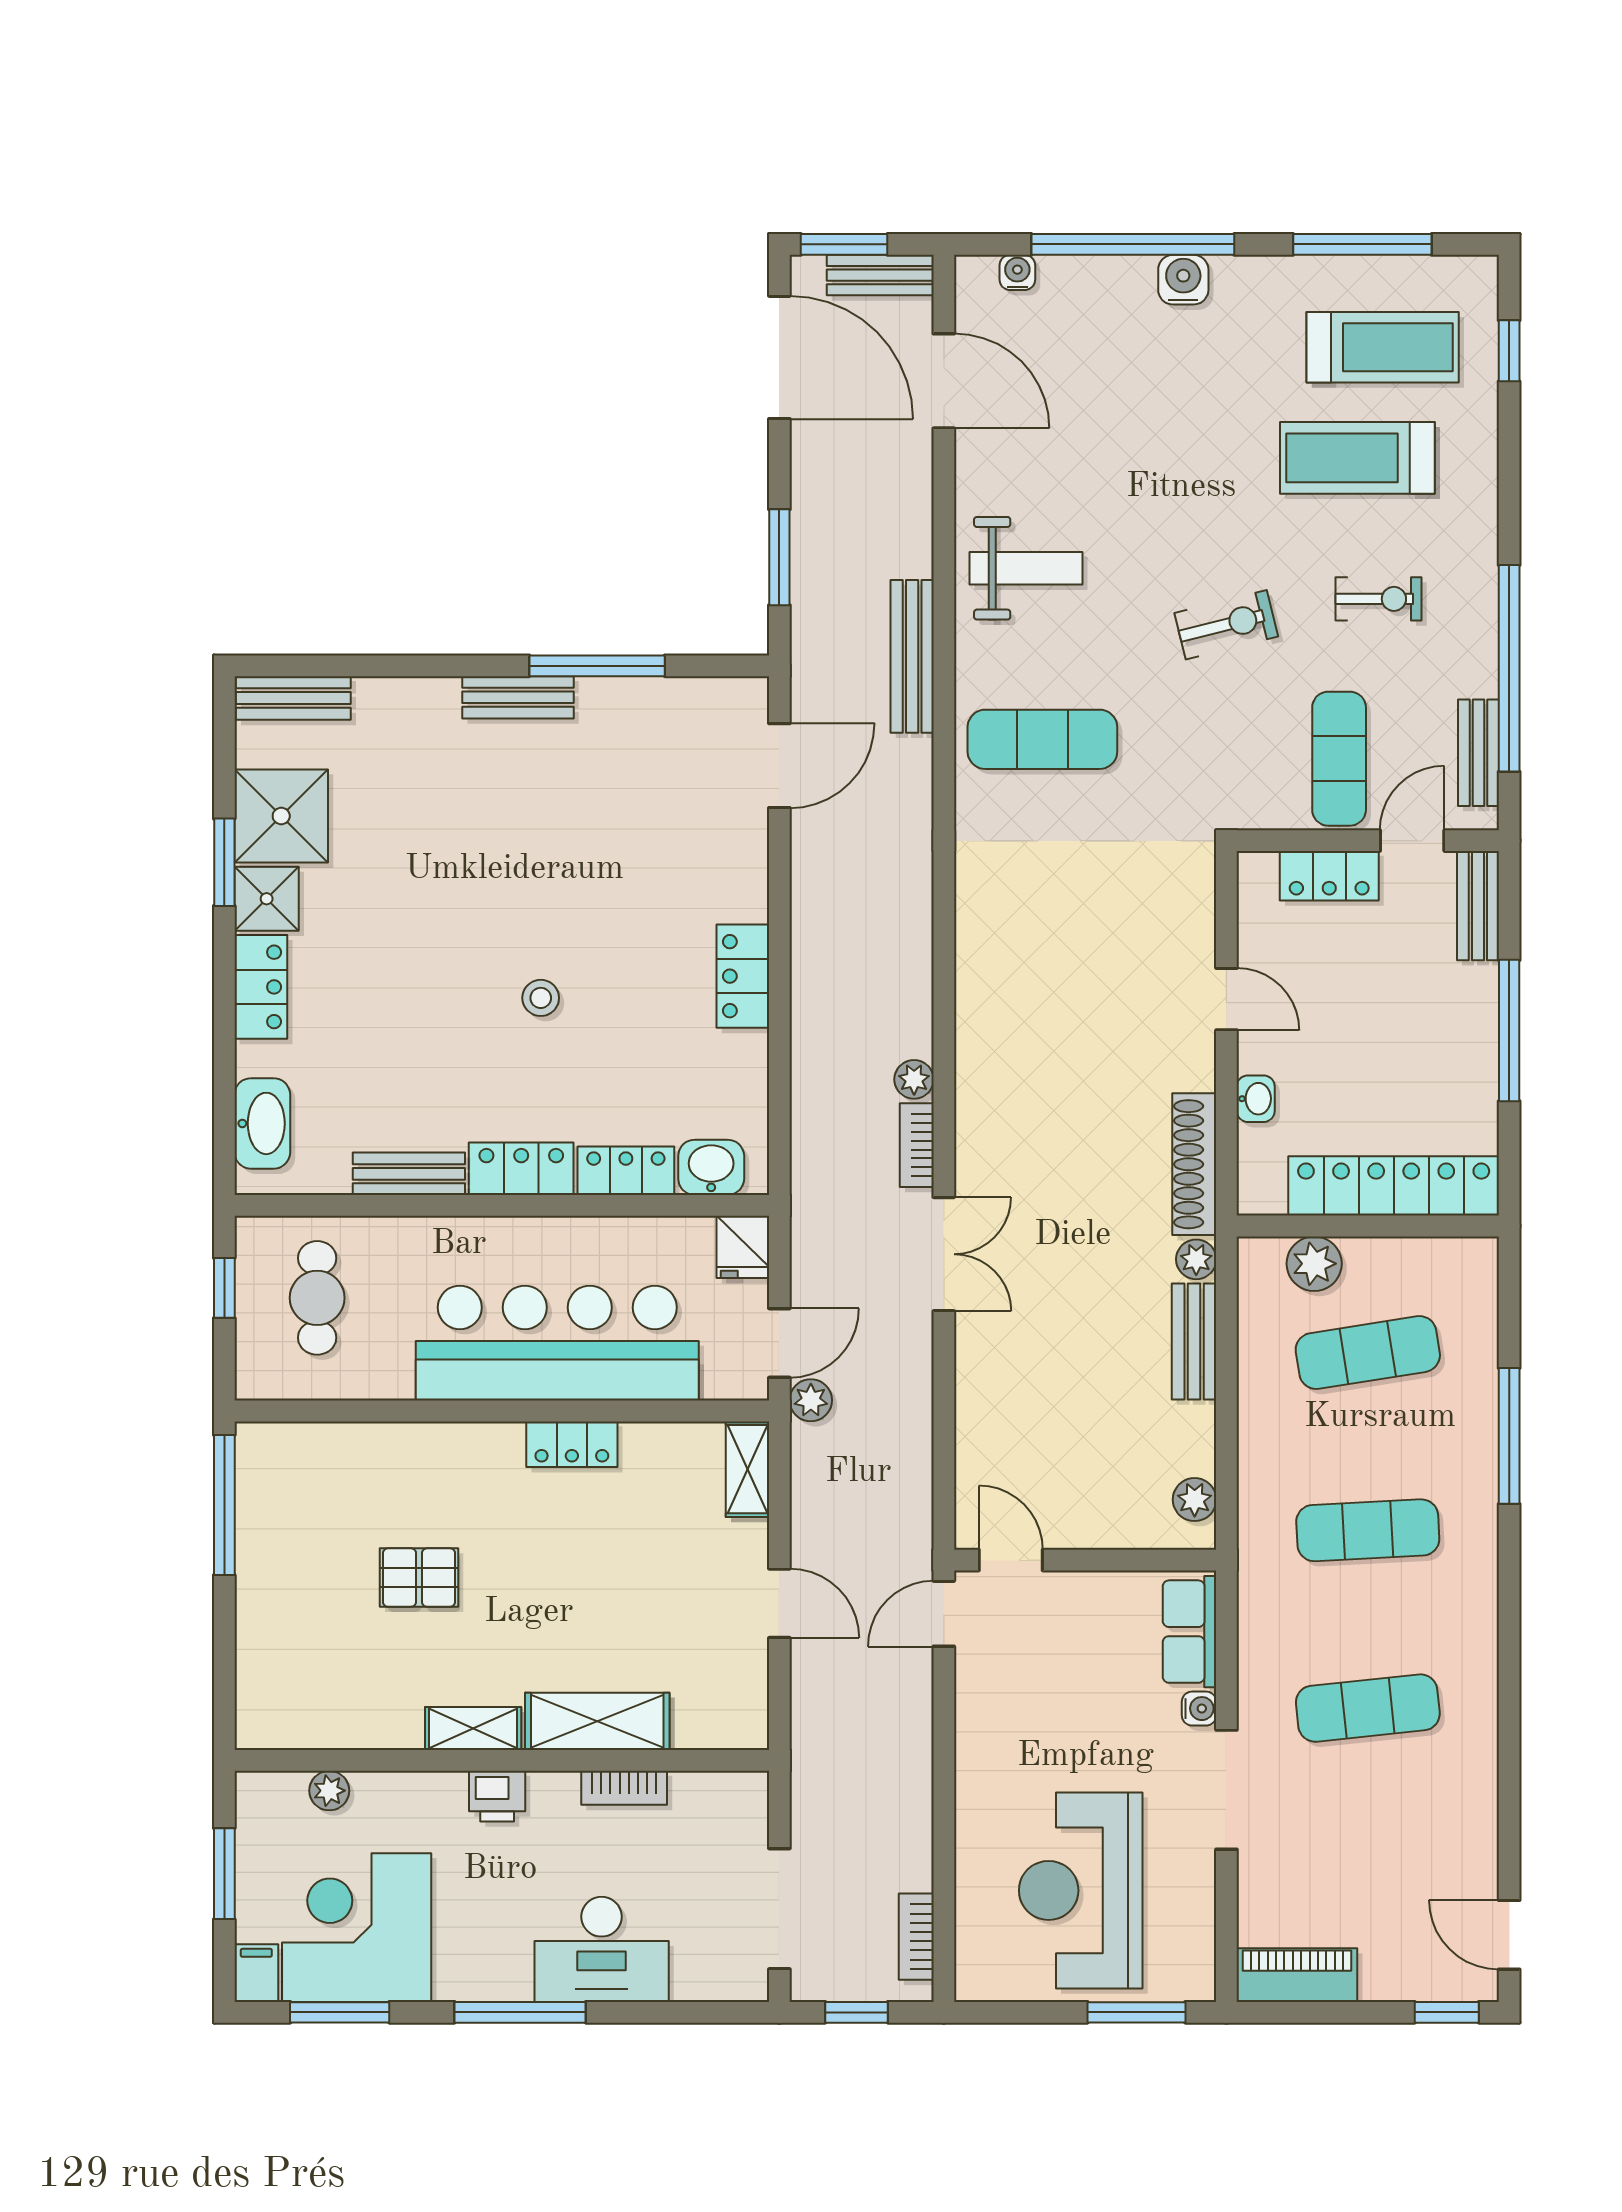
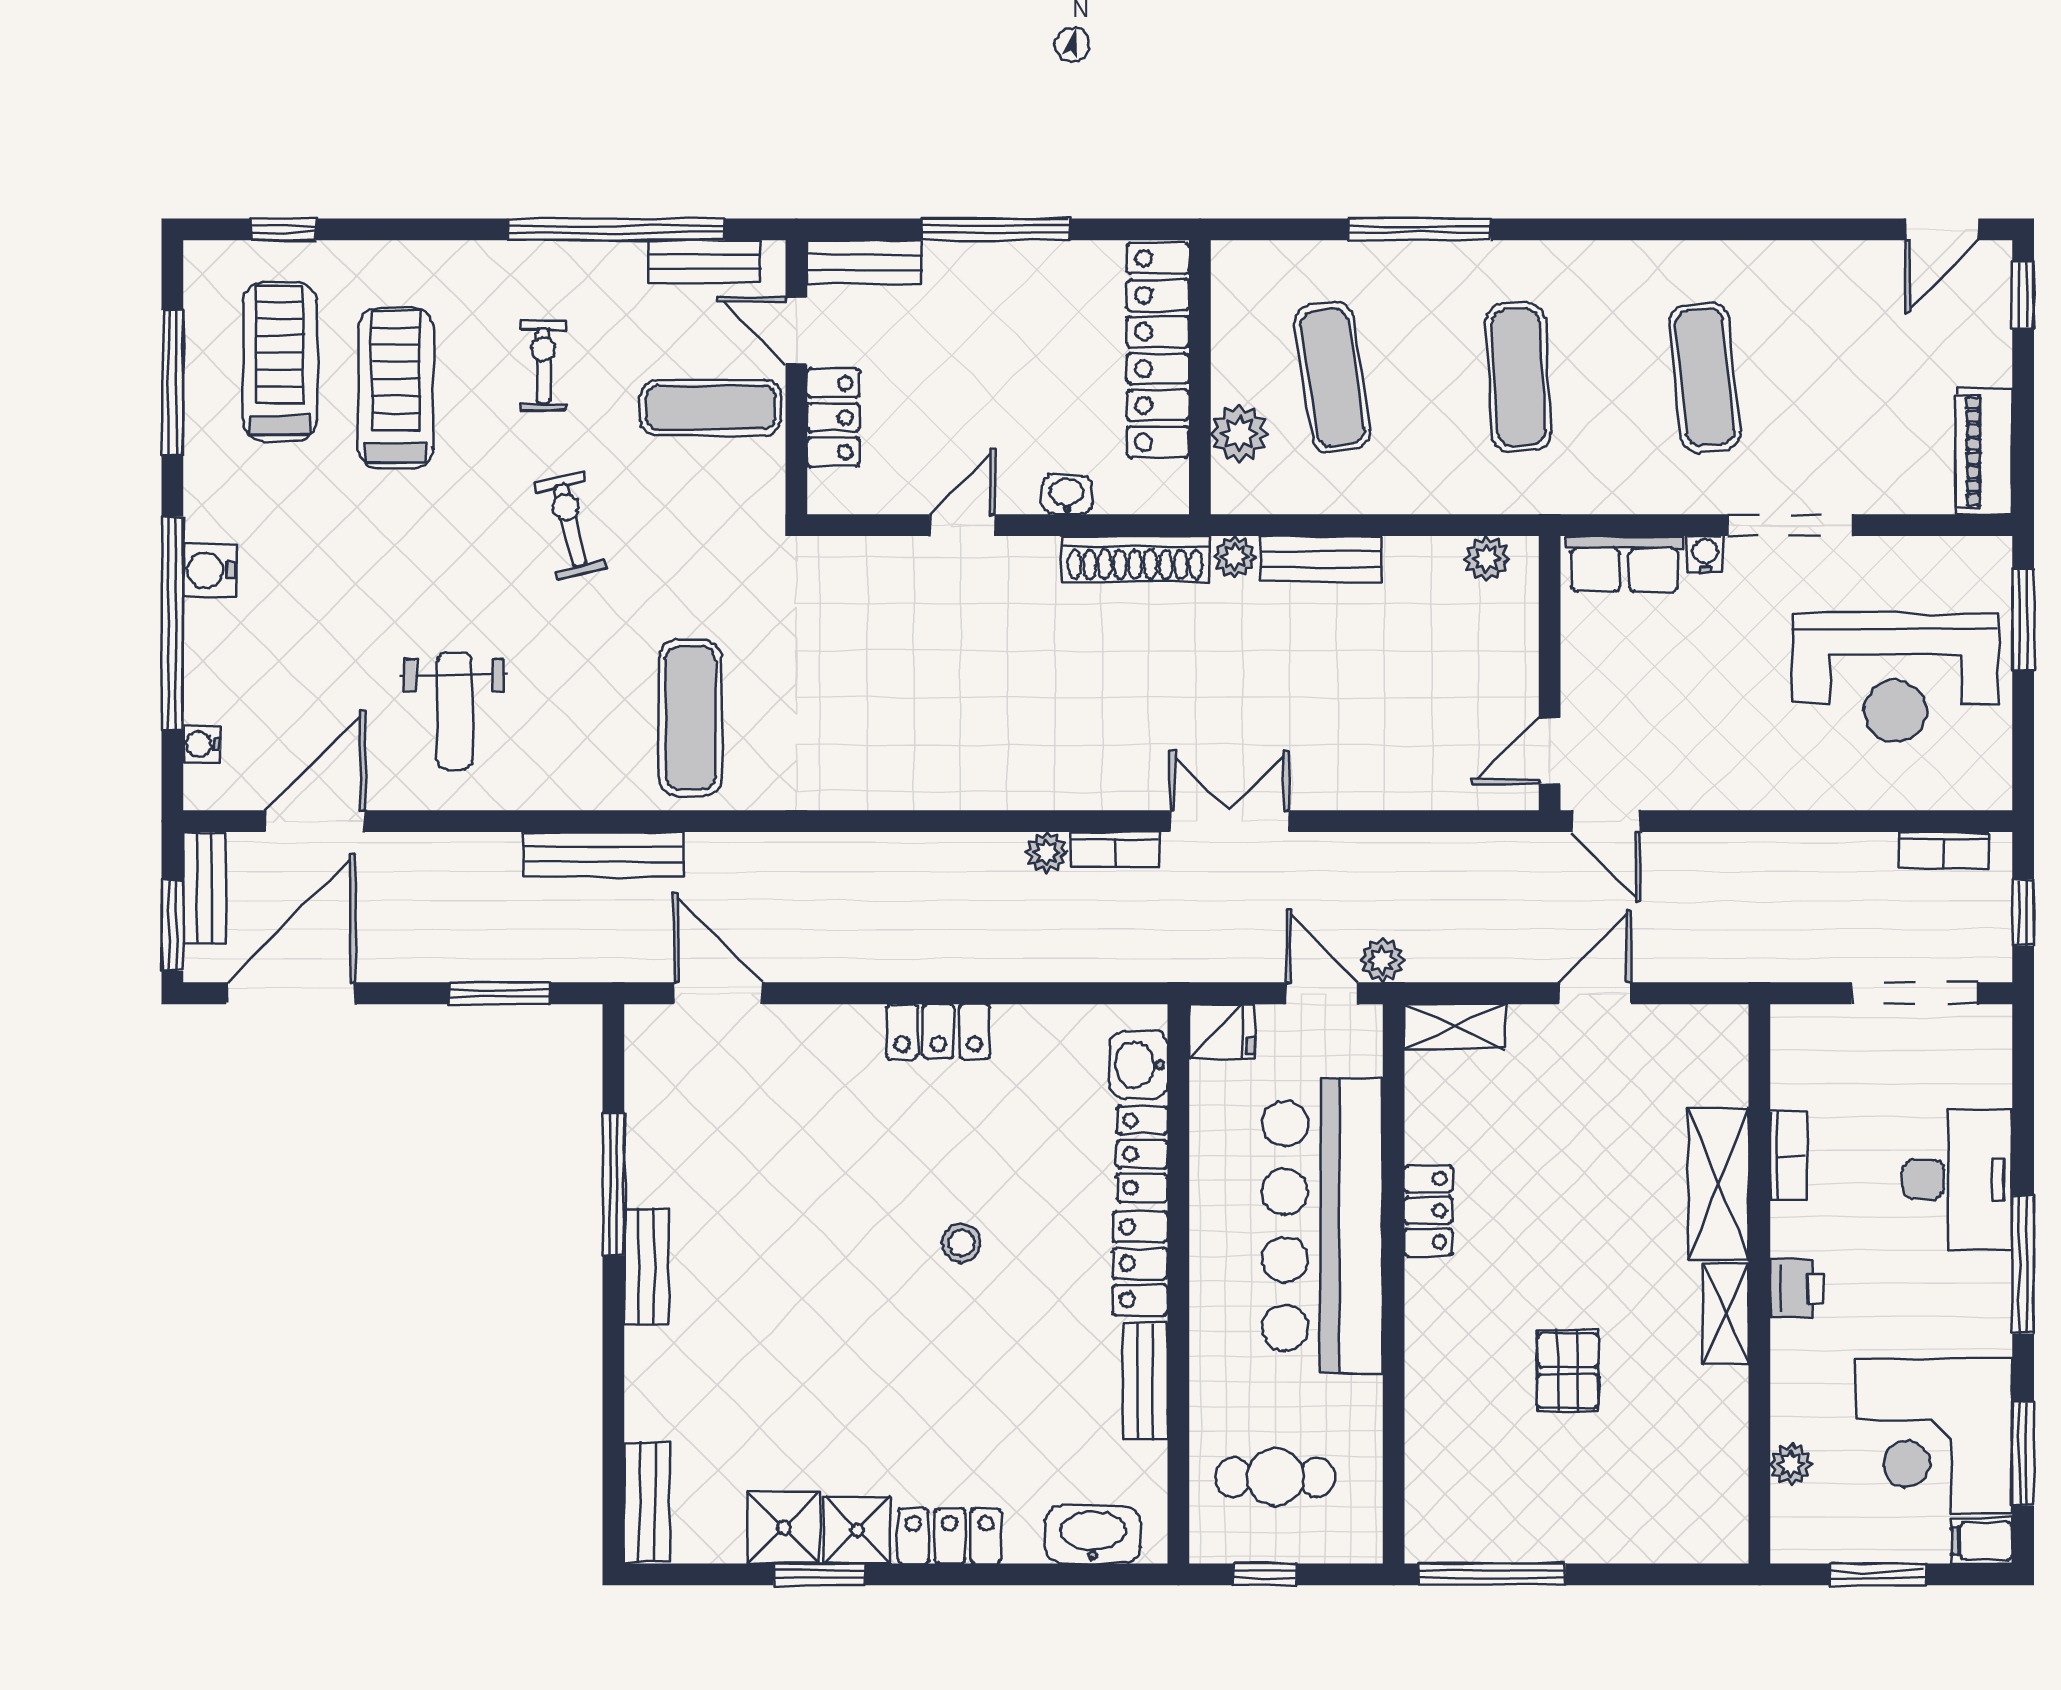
treadmill: (1357, 458) -> (396, 388), turned 180
weight bench: (1026, 568) -> (454, 711), moved, turned 180
shower: (281, 816) -> (784, 1528), width x0.73, depth x0.73

